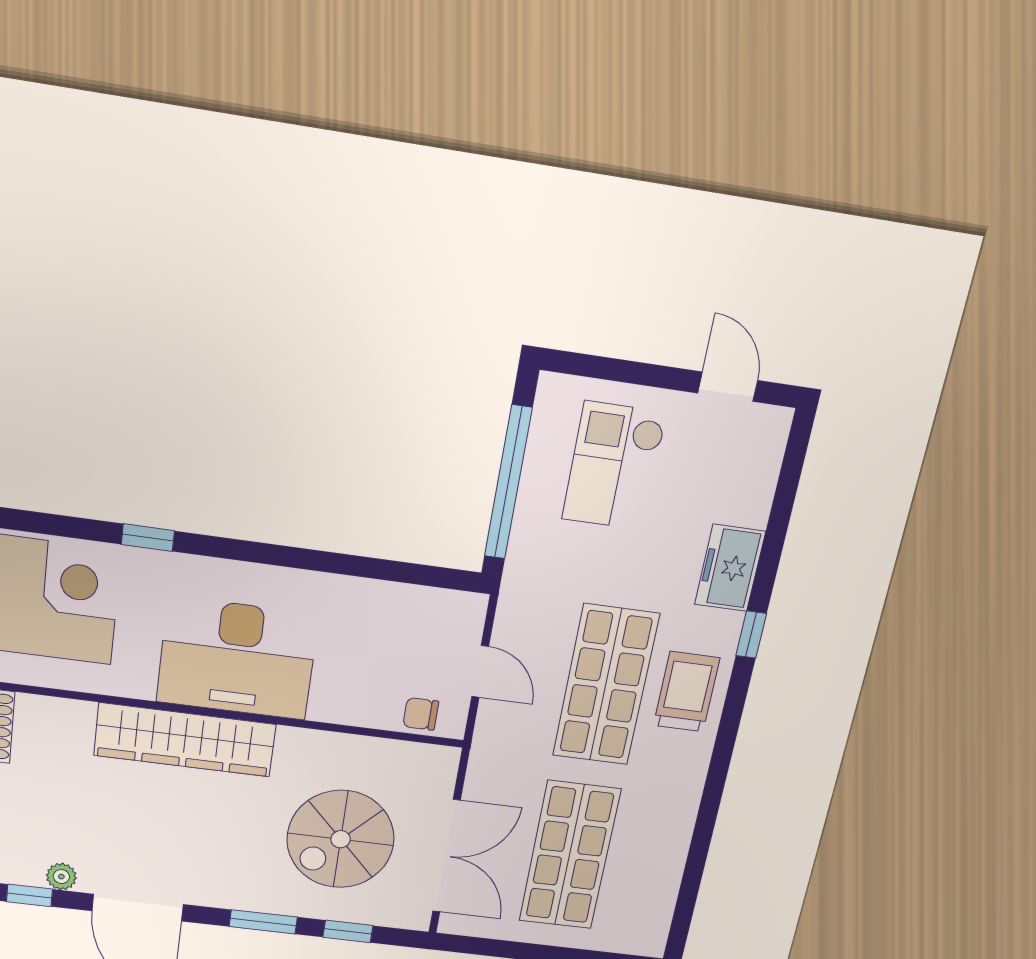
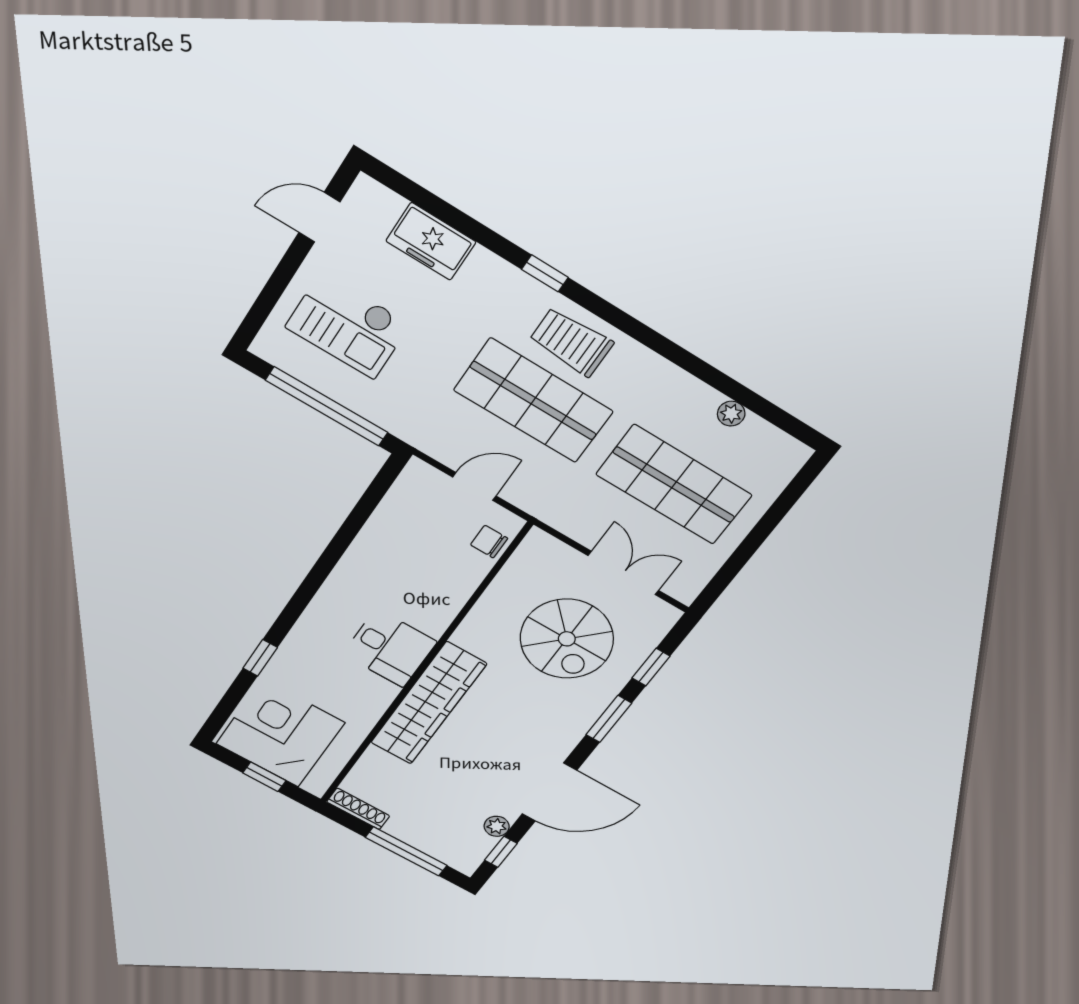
freezer: (730, 568) -> (431, 241), moved
desk: (237, 658) -> (390, 648), width x0.53, depth x0.77
chair: (421, 714) -> (489, 542), turned 90
double door: (446, 856) -> (623, 573), width x0.73
plant: (670, 869) -> (731, 414), added

